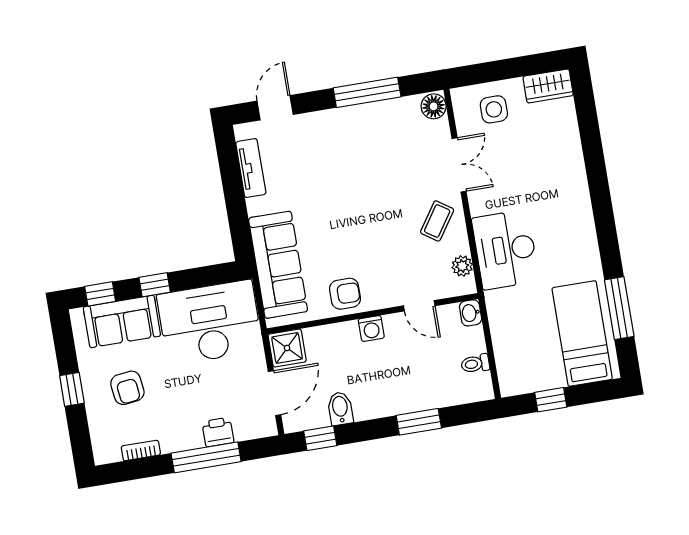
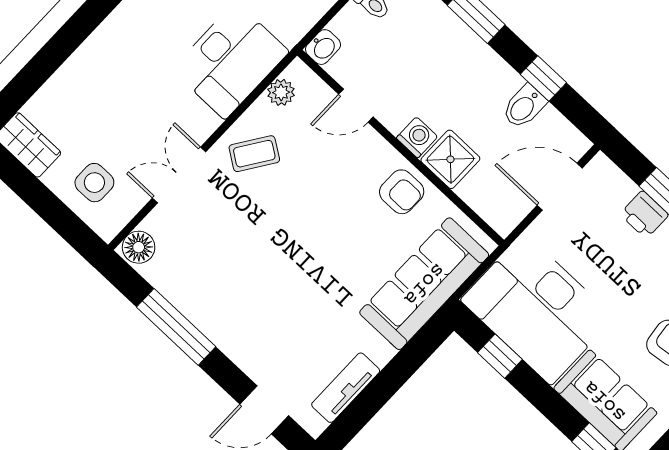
window: (155, 285) -> (500, 356), moved
armchair: (345, 294) -> (402, 192), turned 180
door: (419, 306) -> (356, 106), swing flipped
shower: (287, 348) -> (450, 159), moved
window: (320, 438) -> (543, 79), moved

